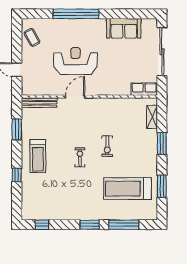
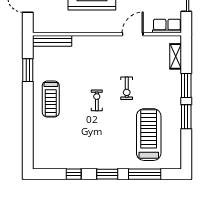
door: (75, 97) -> (133, 34), moved
window: (17, 175) -> (28, 120), removed
window: (162, 186) -> (186, 117), moved
treadmill: (127, 189) -> (149, 135), turned 90
window: (42, 225) -> (74, 174), moved

